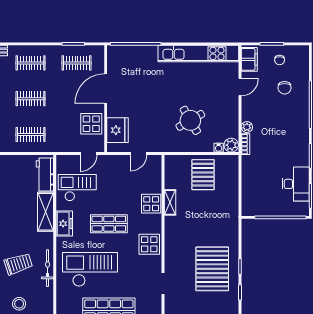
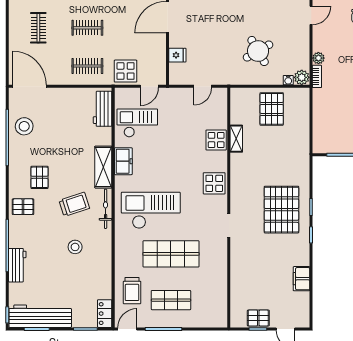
display table: (91, 124) -> (126, 71), moved
fridge: (117, 130) -> (177, 55), width x0.53, depth x0.75
shelving: (46, 212) -> (103, 167), moved
shop shelf: (109, 224) -> (171, 161), removed

